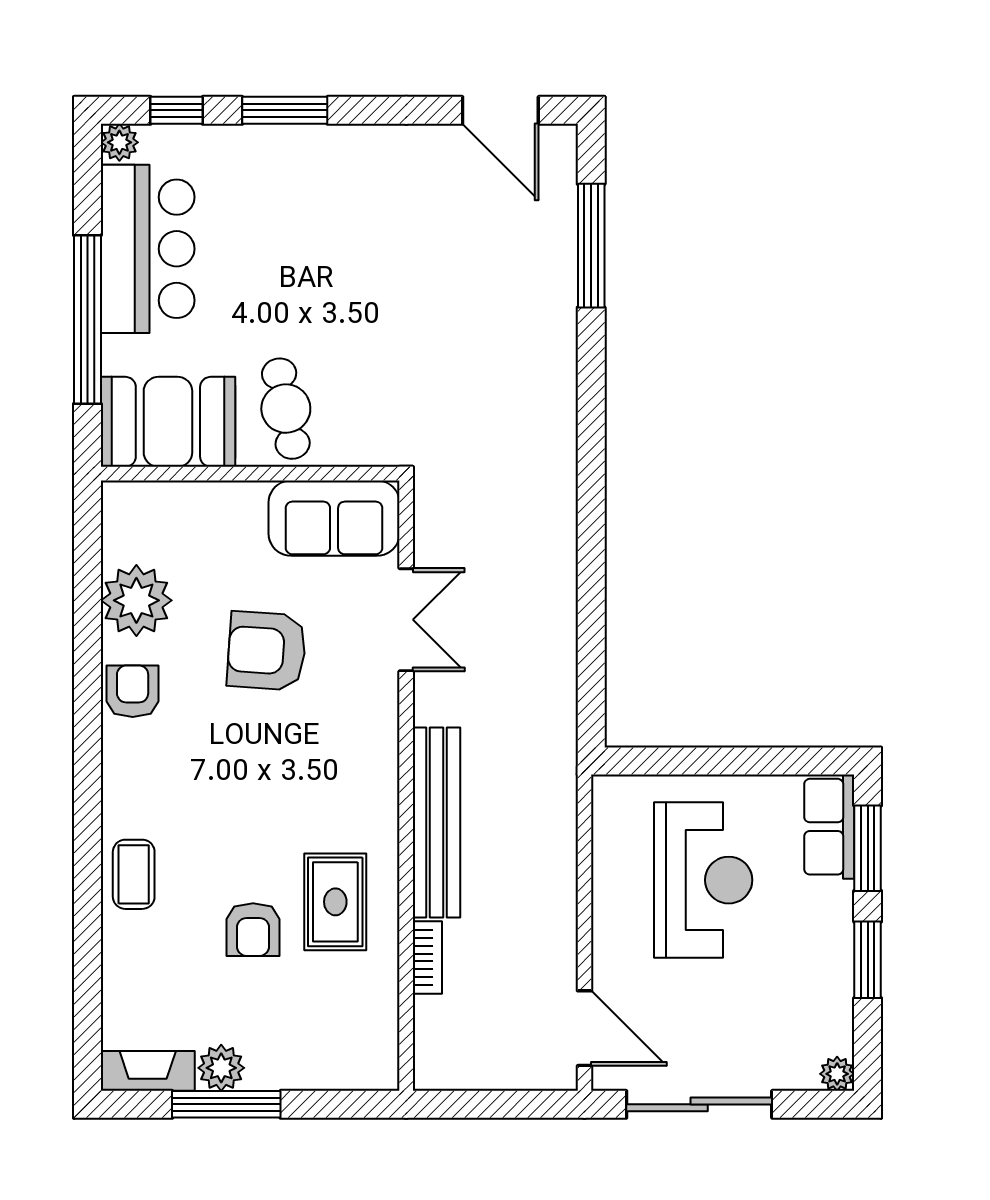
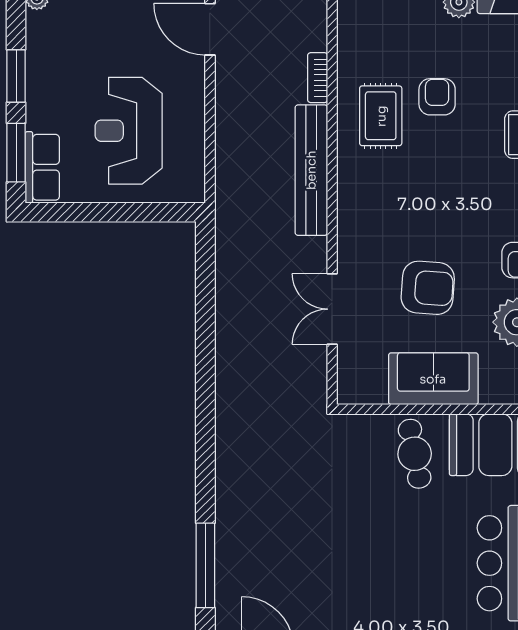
sofa: (334, 518) -> (433, 379), moved

